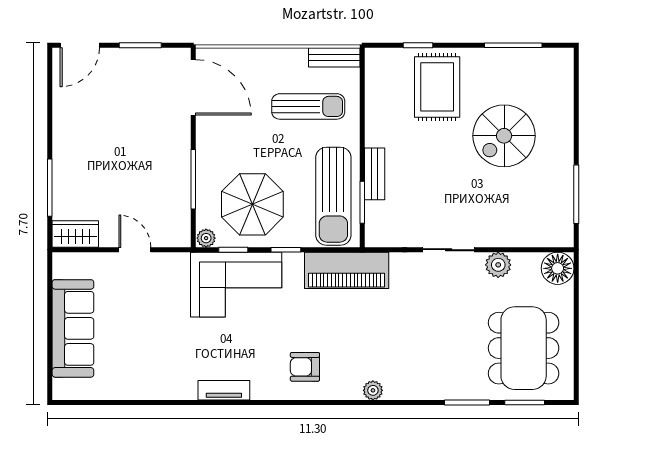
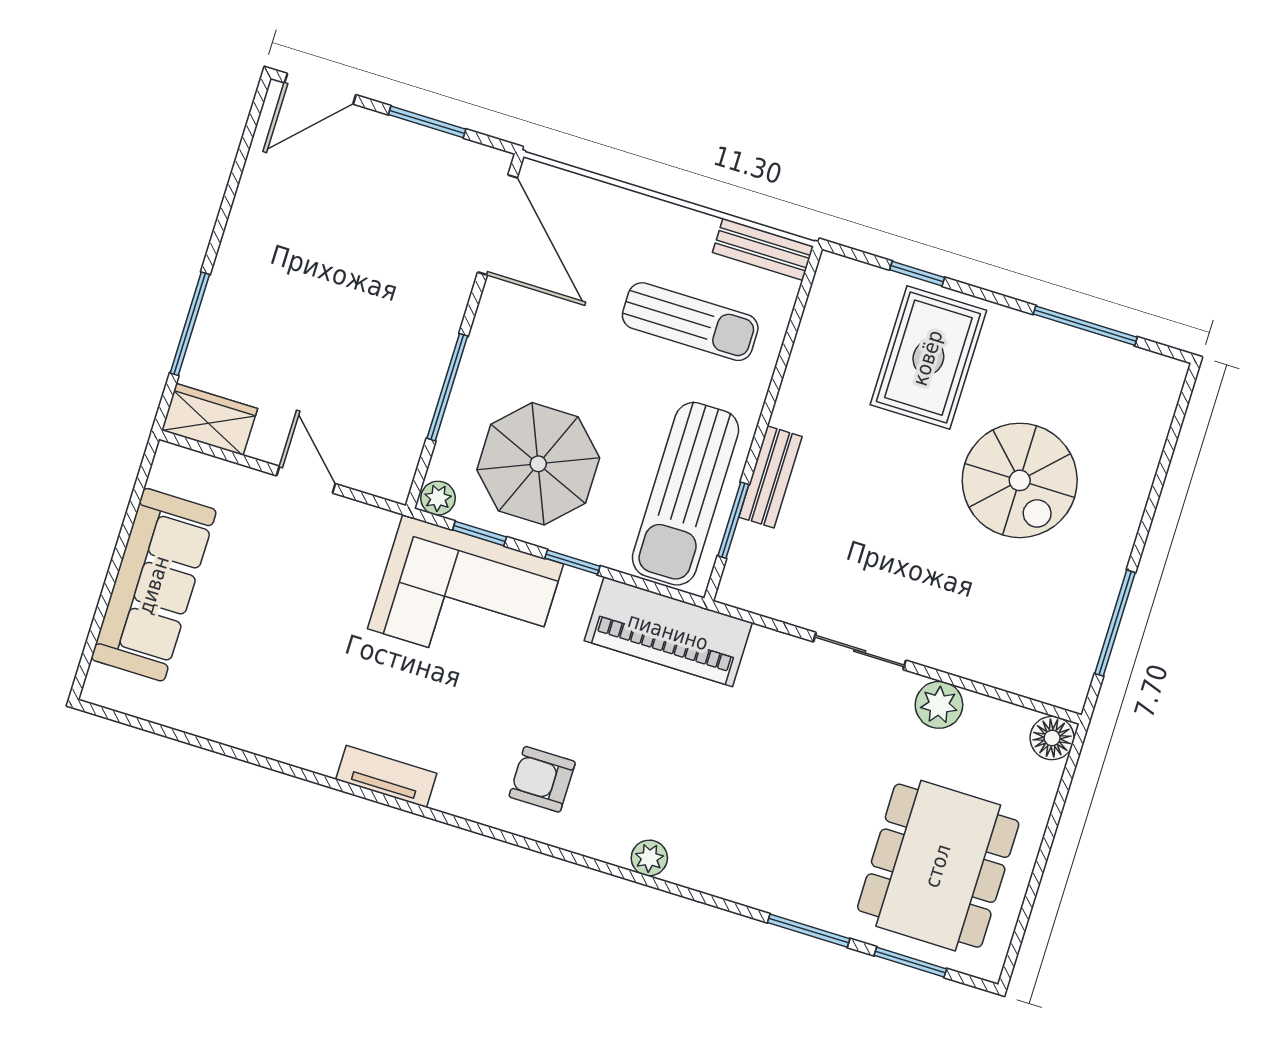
spiral stairs: (504, 136) -> (1020, 480), turned -90
floor lamp: (558, 268) -> (1052, 738), width x0.73, depth x0.73

